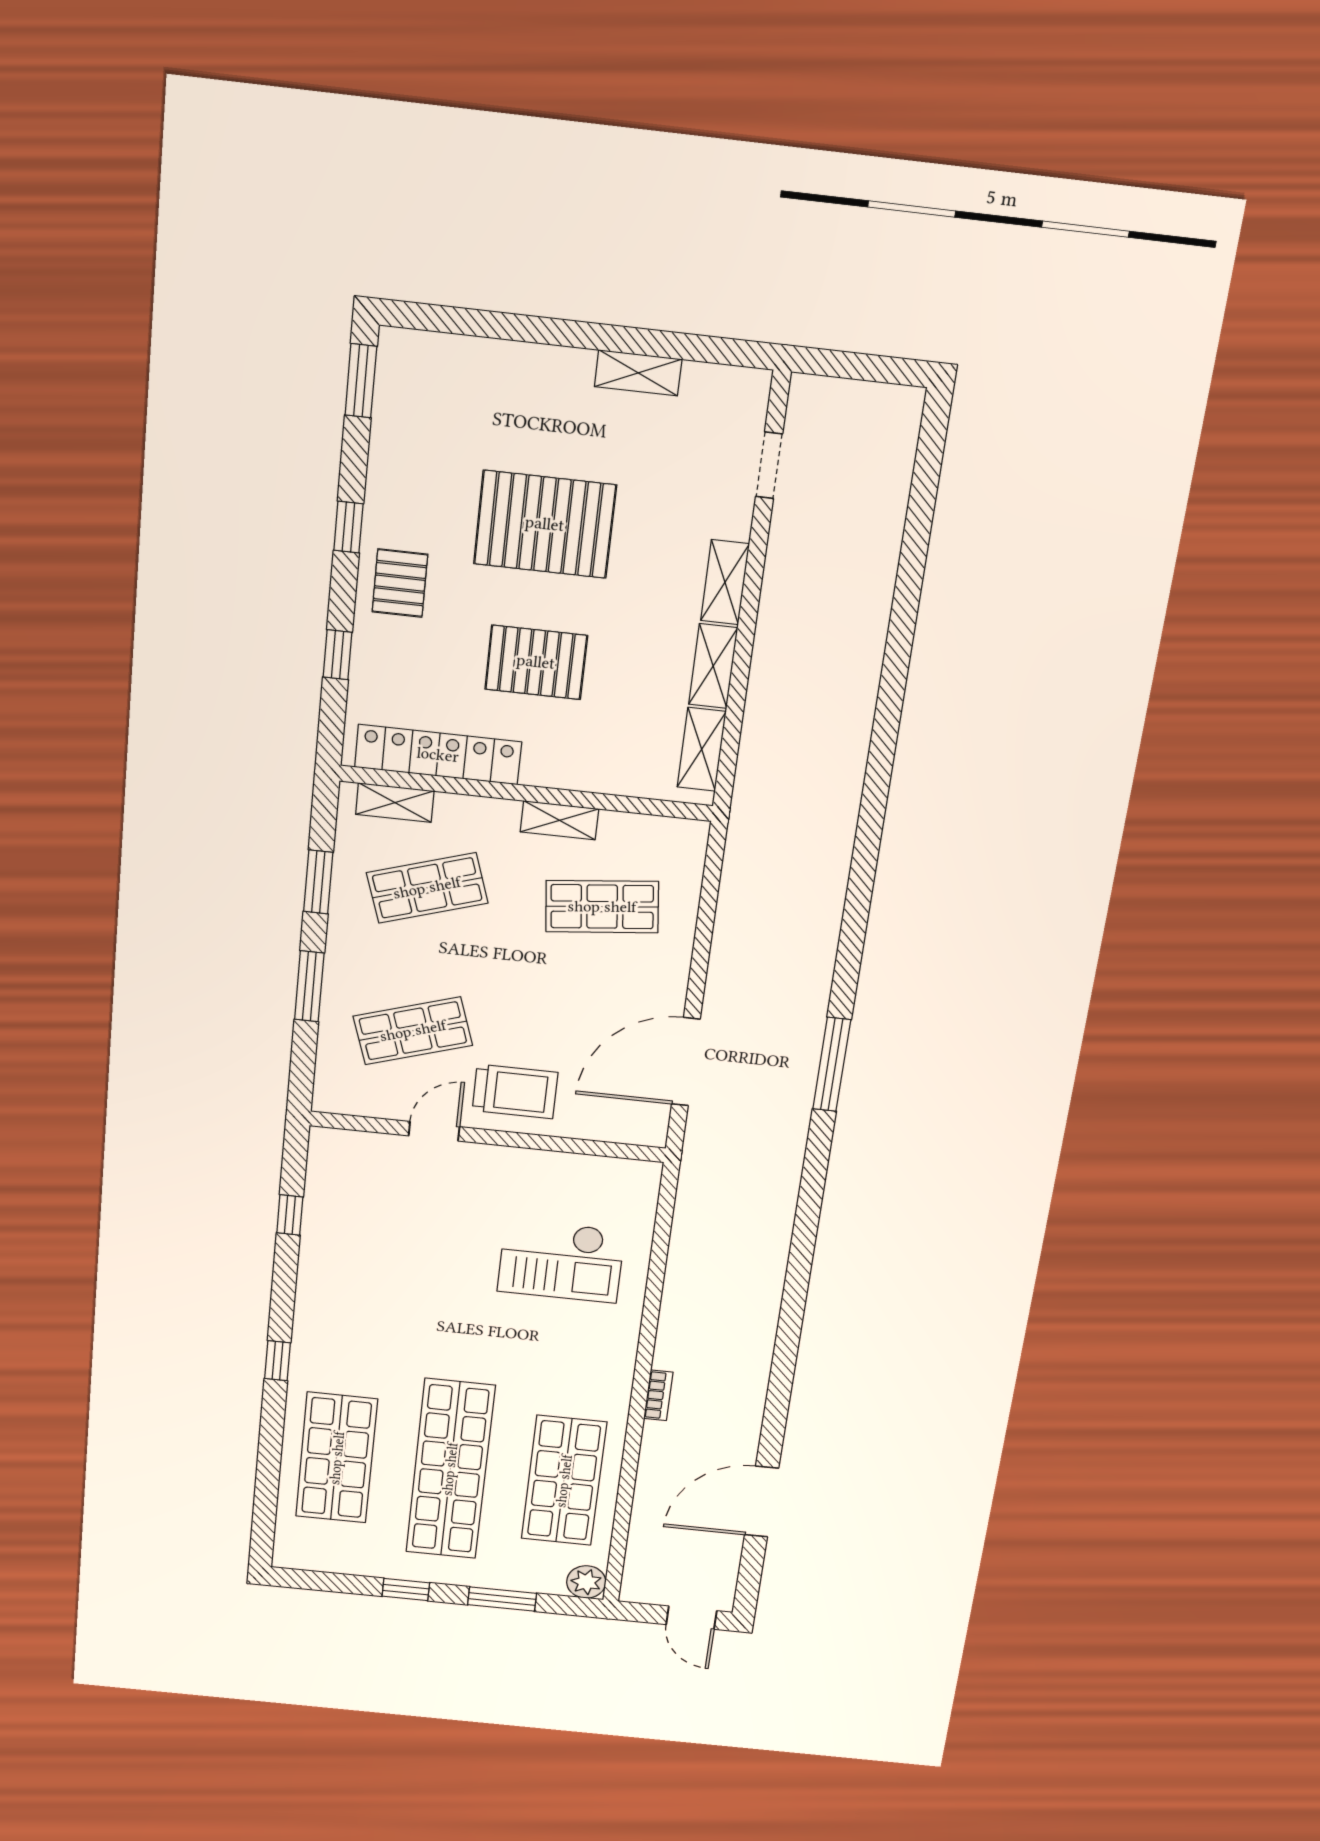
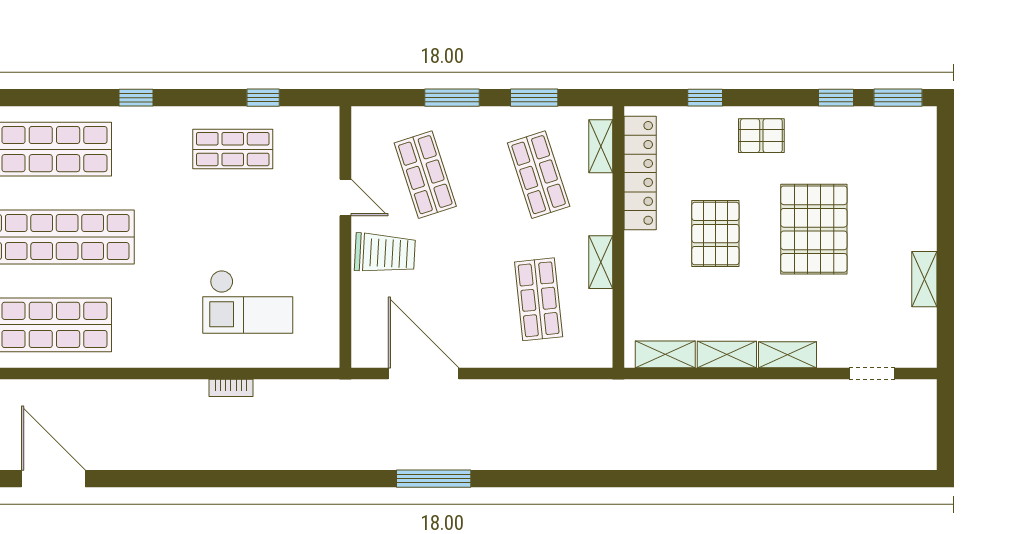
window: (348, 527) -> (836, 98), moved
trolley: (515, 1091) -> (385, 253), turned -87
shop shelf: (356, 1257) -> (233, 149), added
checkout: (561, 1261) -> (248, 302), turned -90
bookcase: (658, 1395) -> (231, 388), moved

